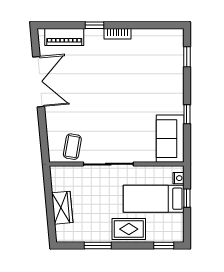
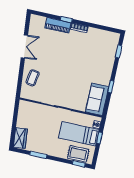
piano: (64, 37) -> (58, 25), moved
double door: (39, 82) -> (24, 47), width x0.73
coffee table: (72, 147) -> (33, 78), moved
wardrobe: (62, 208) -> (20, 138), moved
rug: (129, 229) -> (78, 154), moved

